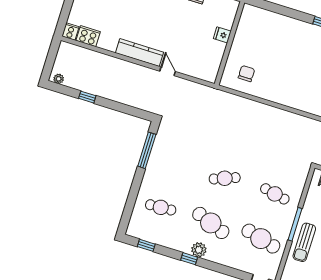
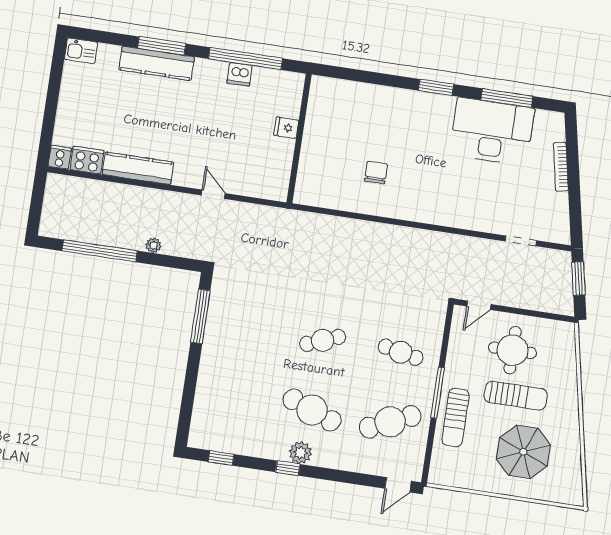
kitchen counter: (140, 53) -> (138, 168), moved
chair: (246, 74) -> (376, 173), moved
plant: (59, 79) -> (153, 245), moved
window: (87, 97) -> (100, 251), width x3.17
cafe table: (161, 207) -> (234, 398), removed
cafe table: (261, 239) -> (390, 422), turned -39

